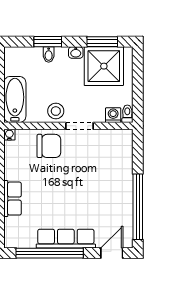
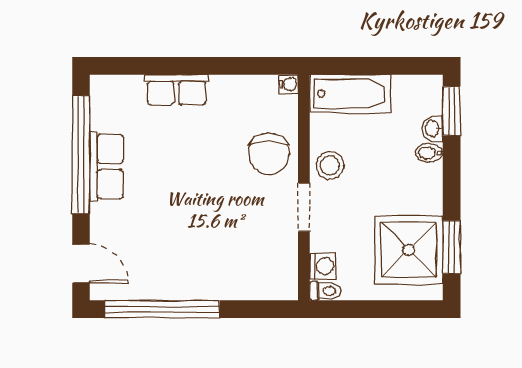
window: (48, 42) -> (452, 111), moved
washbasin: (76, 52) -> (433, 129), moved
row of seats: (66, 239) -> (106, 166), width x0.68

